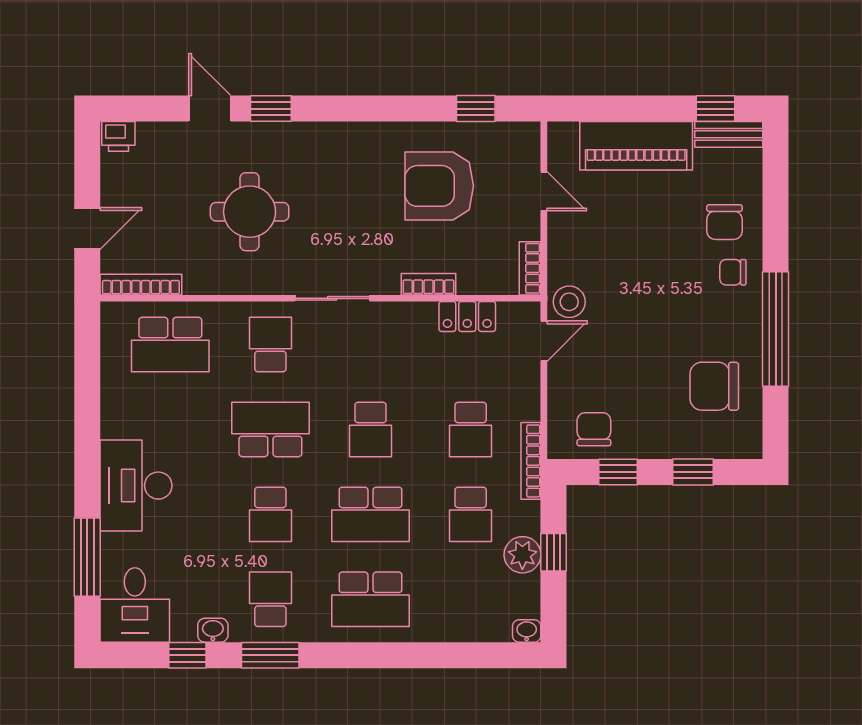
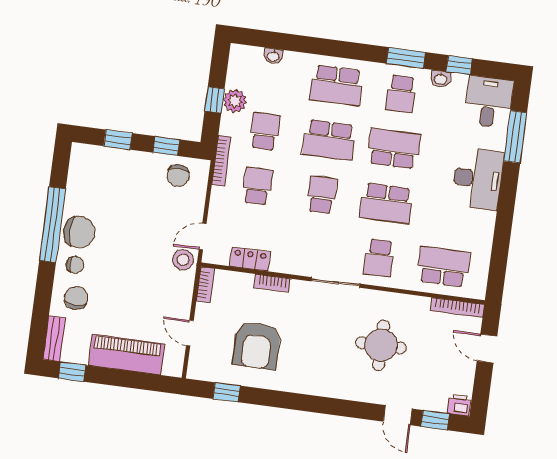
window: (271, 109) -> (435, 420), moved
bench: (729, 134) -> (54, 339), moved, turned 90
armchair: (439, 186) -> (257, 346), turned 90
door: (87, 228) -> (487, 348), hinge flipped
chair: (714, 386) -> (79, 232), moved
school desk: (270, 514) -> (394, 149), width x1.85
school desk: (371, 514) -> (329, 140), turned 180
school desk: (371, 599) -> (337, 85), turned 180
washbasin: (527, 631) -> (273, 56), moved

